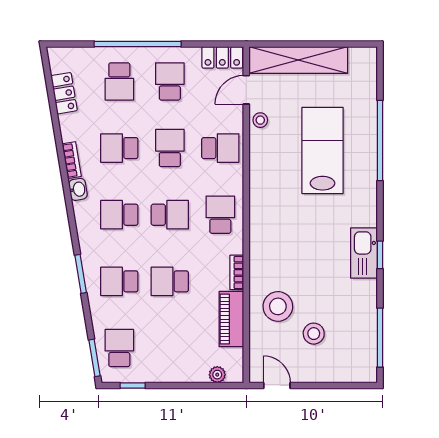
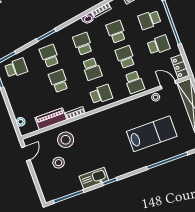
school desk: (170, 148) -> (125, 57), turned -90
kitchen sink: (364, 253) -> (94, 178), moved

